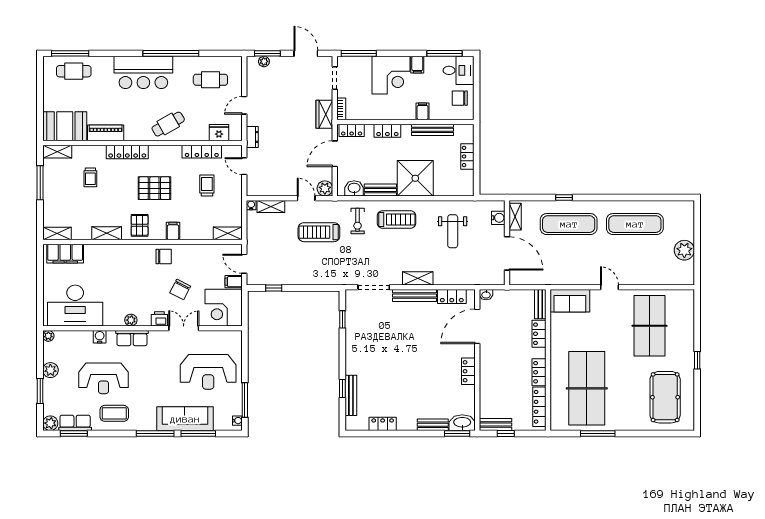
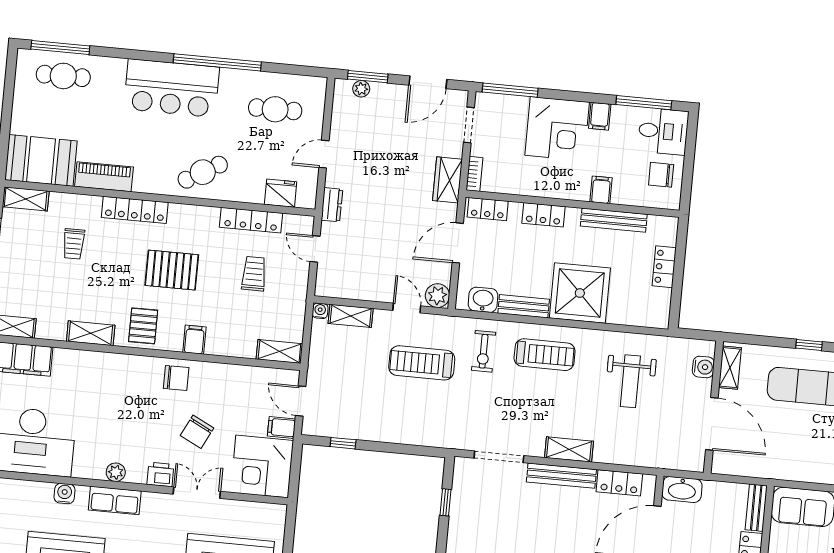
door: (306, 53) -> (428, 82), swing flipped
washbasin: (486, 295) -> (682, 489), width x1.91, depth x1.45

